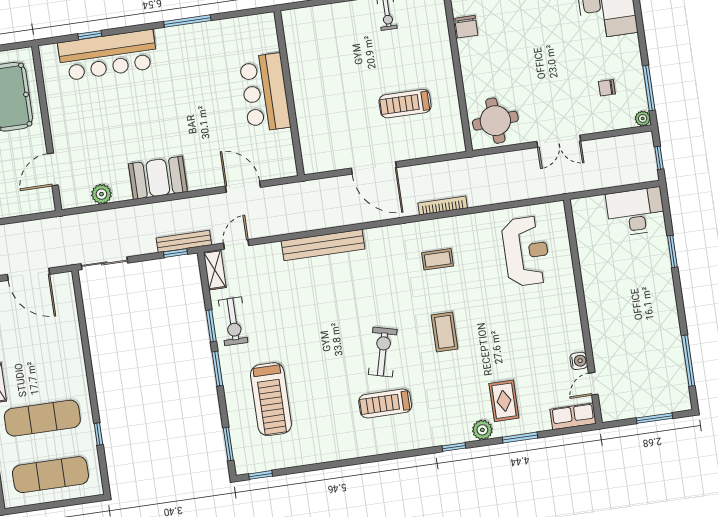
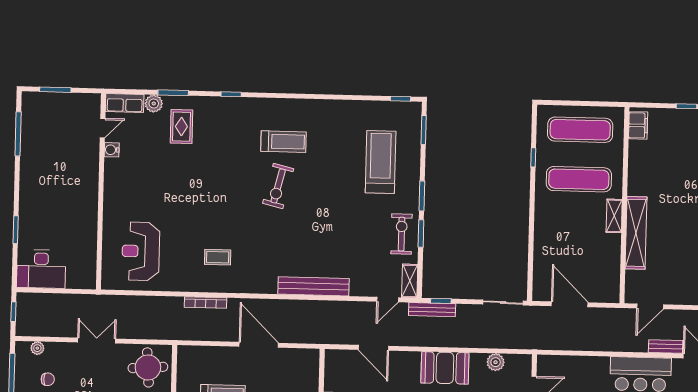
plant: (643, 119) -> (37, 348), moved
coffee table: (444, 332) -> (222, 194), removed
plant: (482, 430) -> (154, 104), moved

